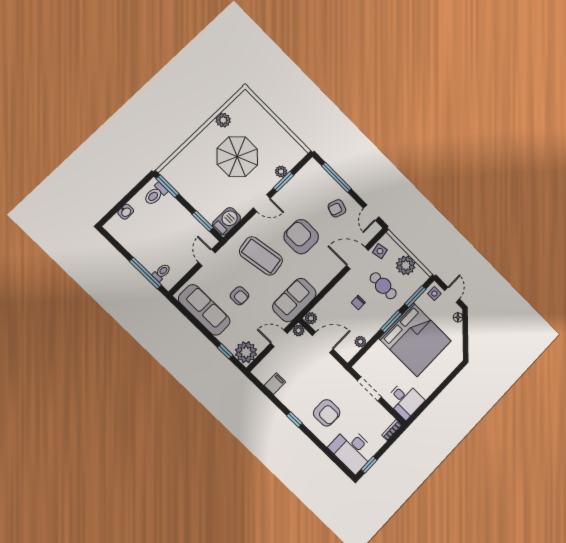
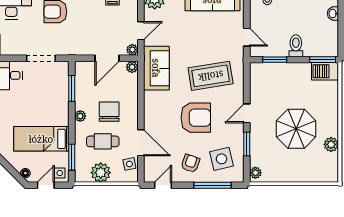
plant: (281, 172) -> (255, 173), moved
side table: (312, 189) -> (222, 159), added
toilet: (155, 194) -> (296, 46), moved
door: (371, 213) -> (163, 185), hinge flipped
barbecue: (226, 221) -> (325, 71), moved, turned 90
door: (357, 258) -> (141, 143), hinge flipped
door: (452, 295) -> (46, 185), swing flipped
armchair: (240, 296) -> (198, 33), removed
chair: (358, 302) -> (109, 112), width x1.87, depth x1.87
window: (391, 321) -> (72, 88), moved
bed: (415, 340) -> (41, 139), width x0.49
plant: (360, 342) -> (80, 116), moved

